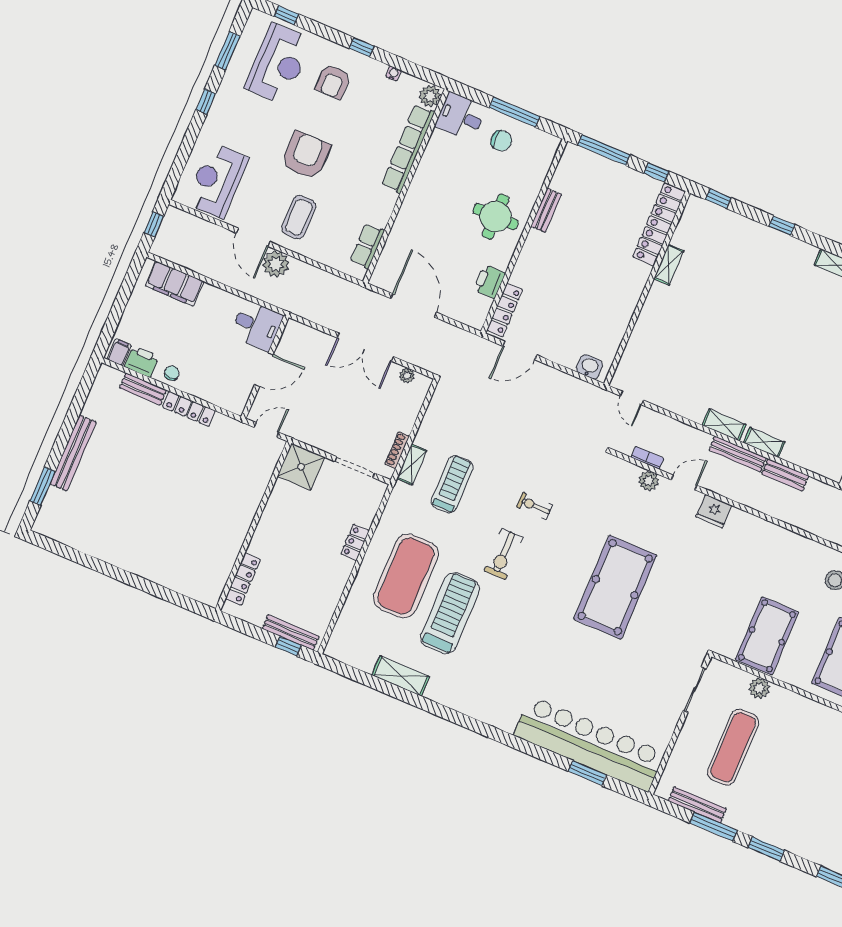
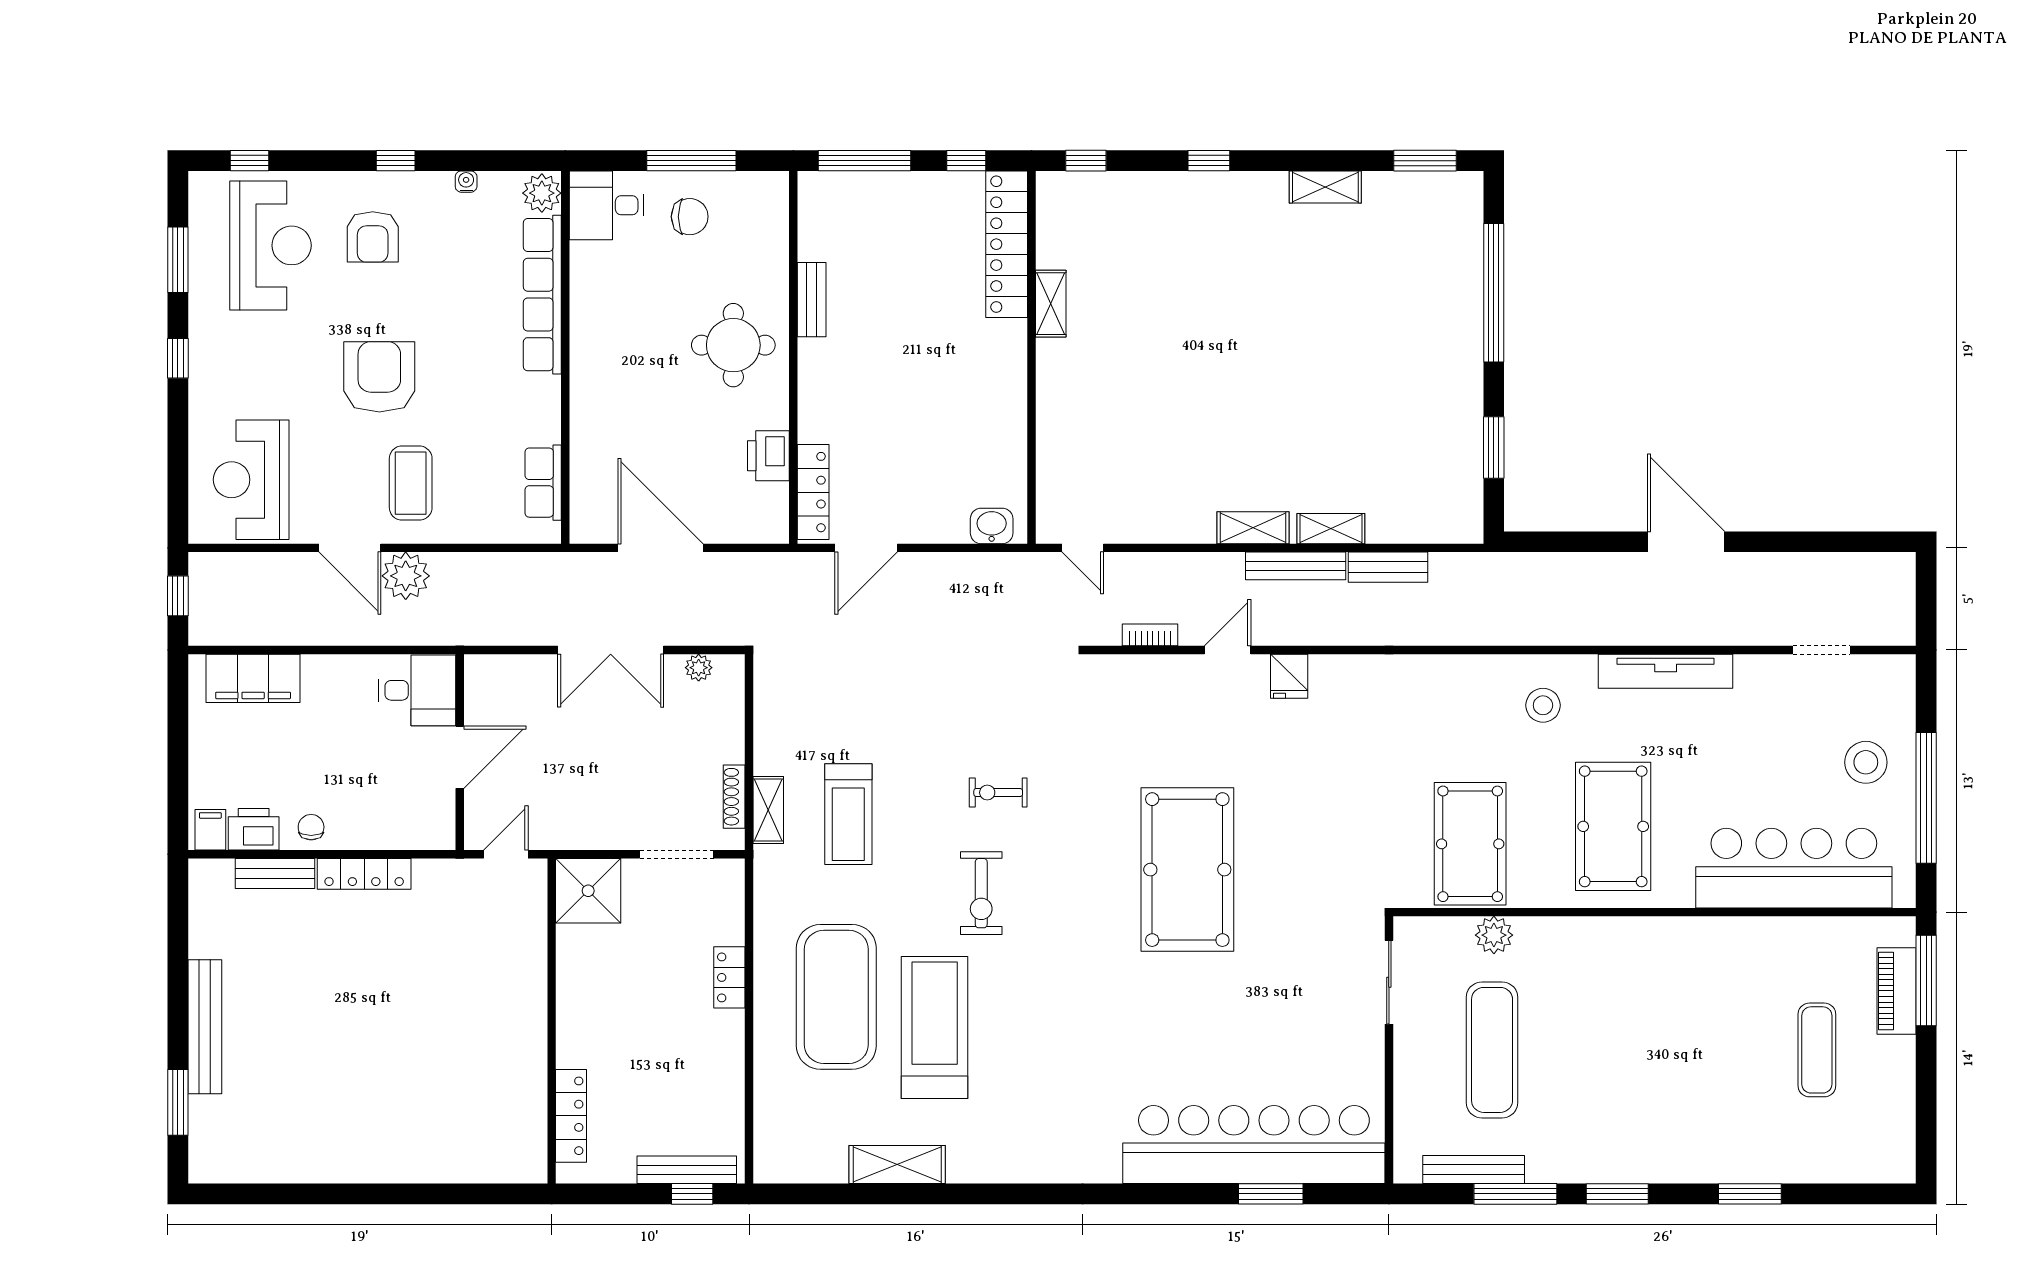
plant: (649, 481) -> (1168, 672), removed
treadmill: (452, 484) -> (848, 814), turned 180
fridge: (714, 511) -> (1289, 676), width x0.72

